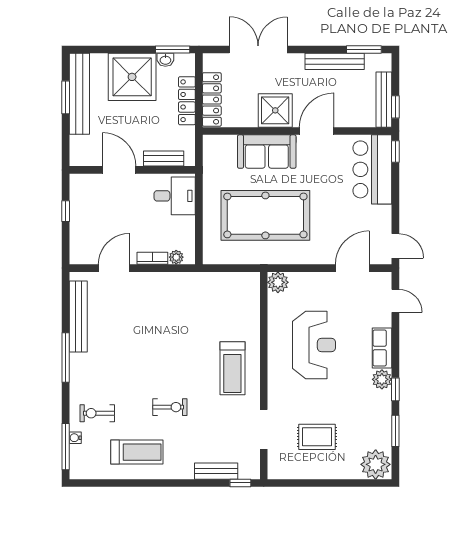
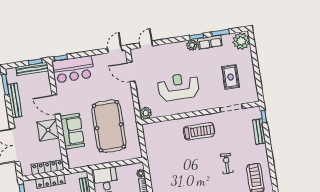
row of seats: (382, 348) -> (210, 42), moved

